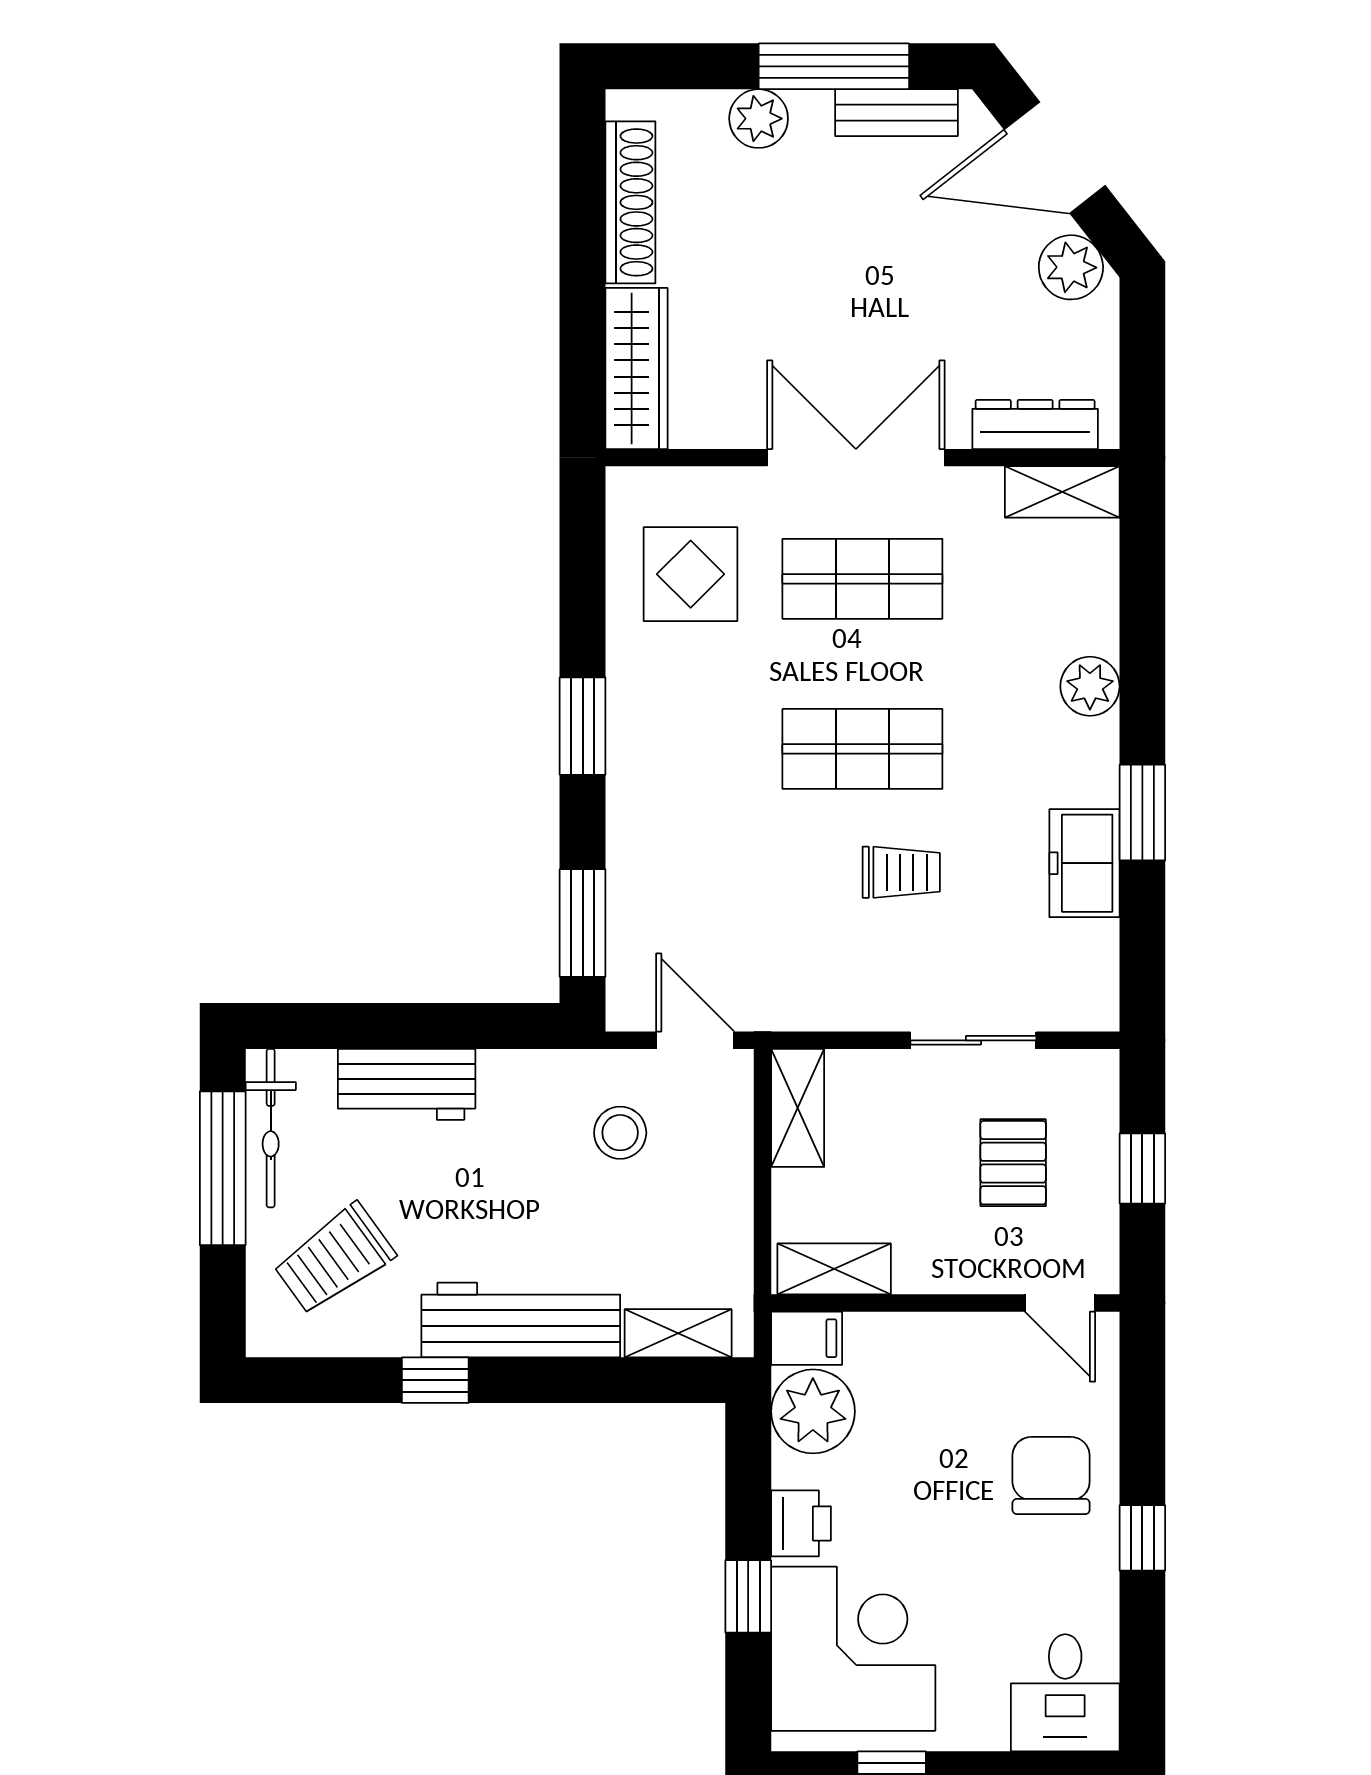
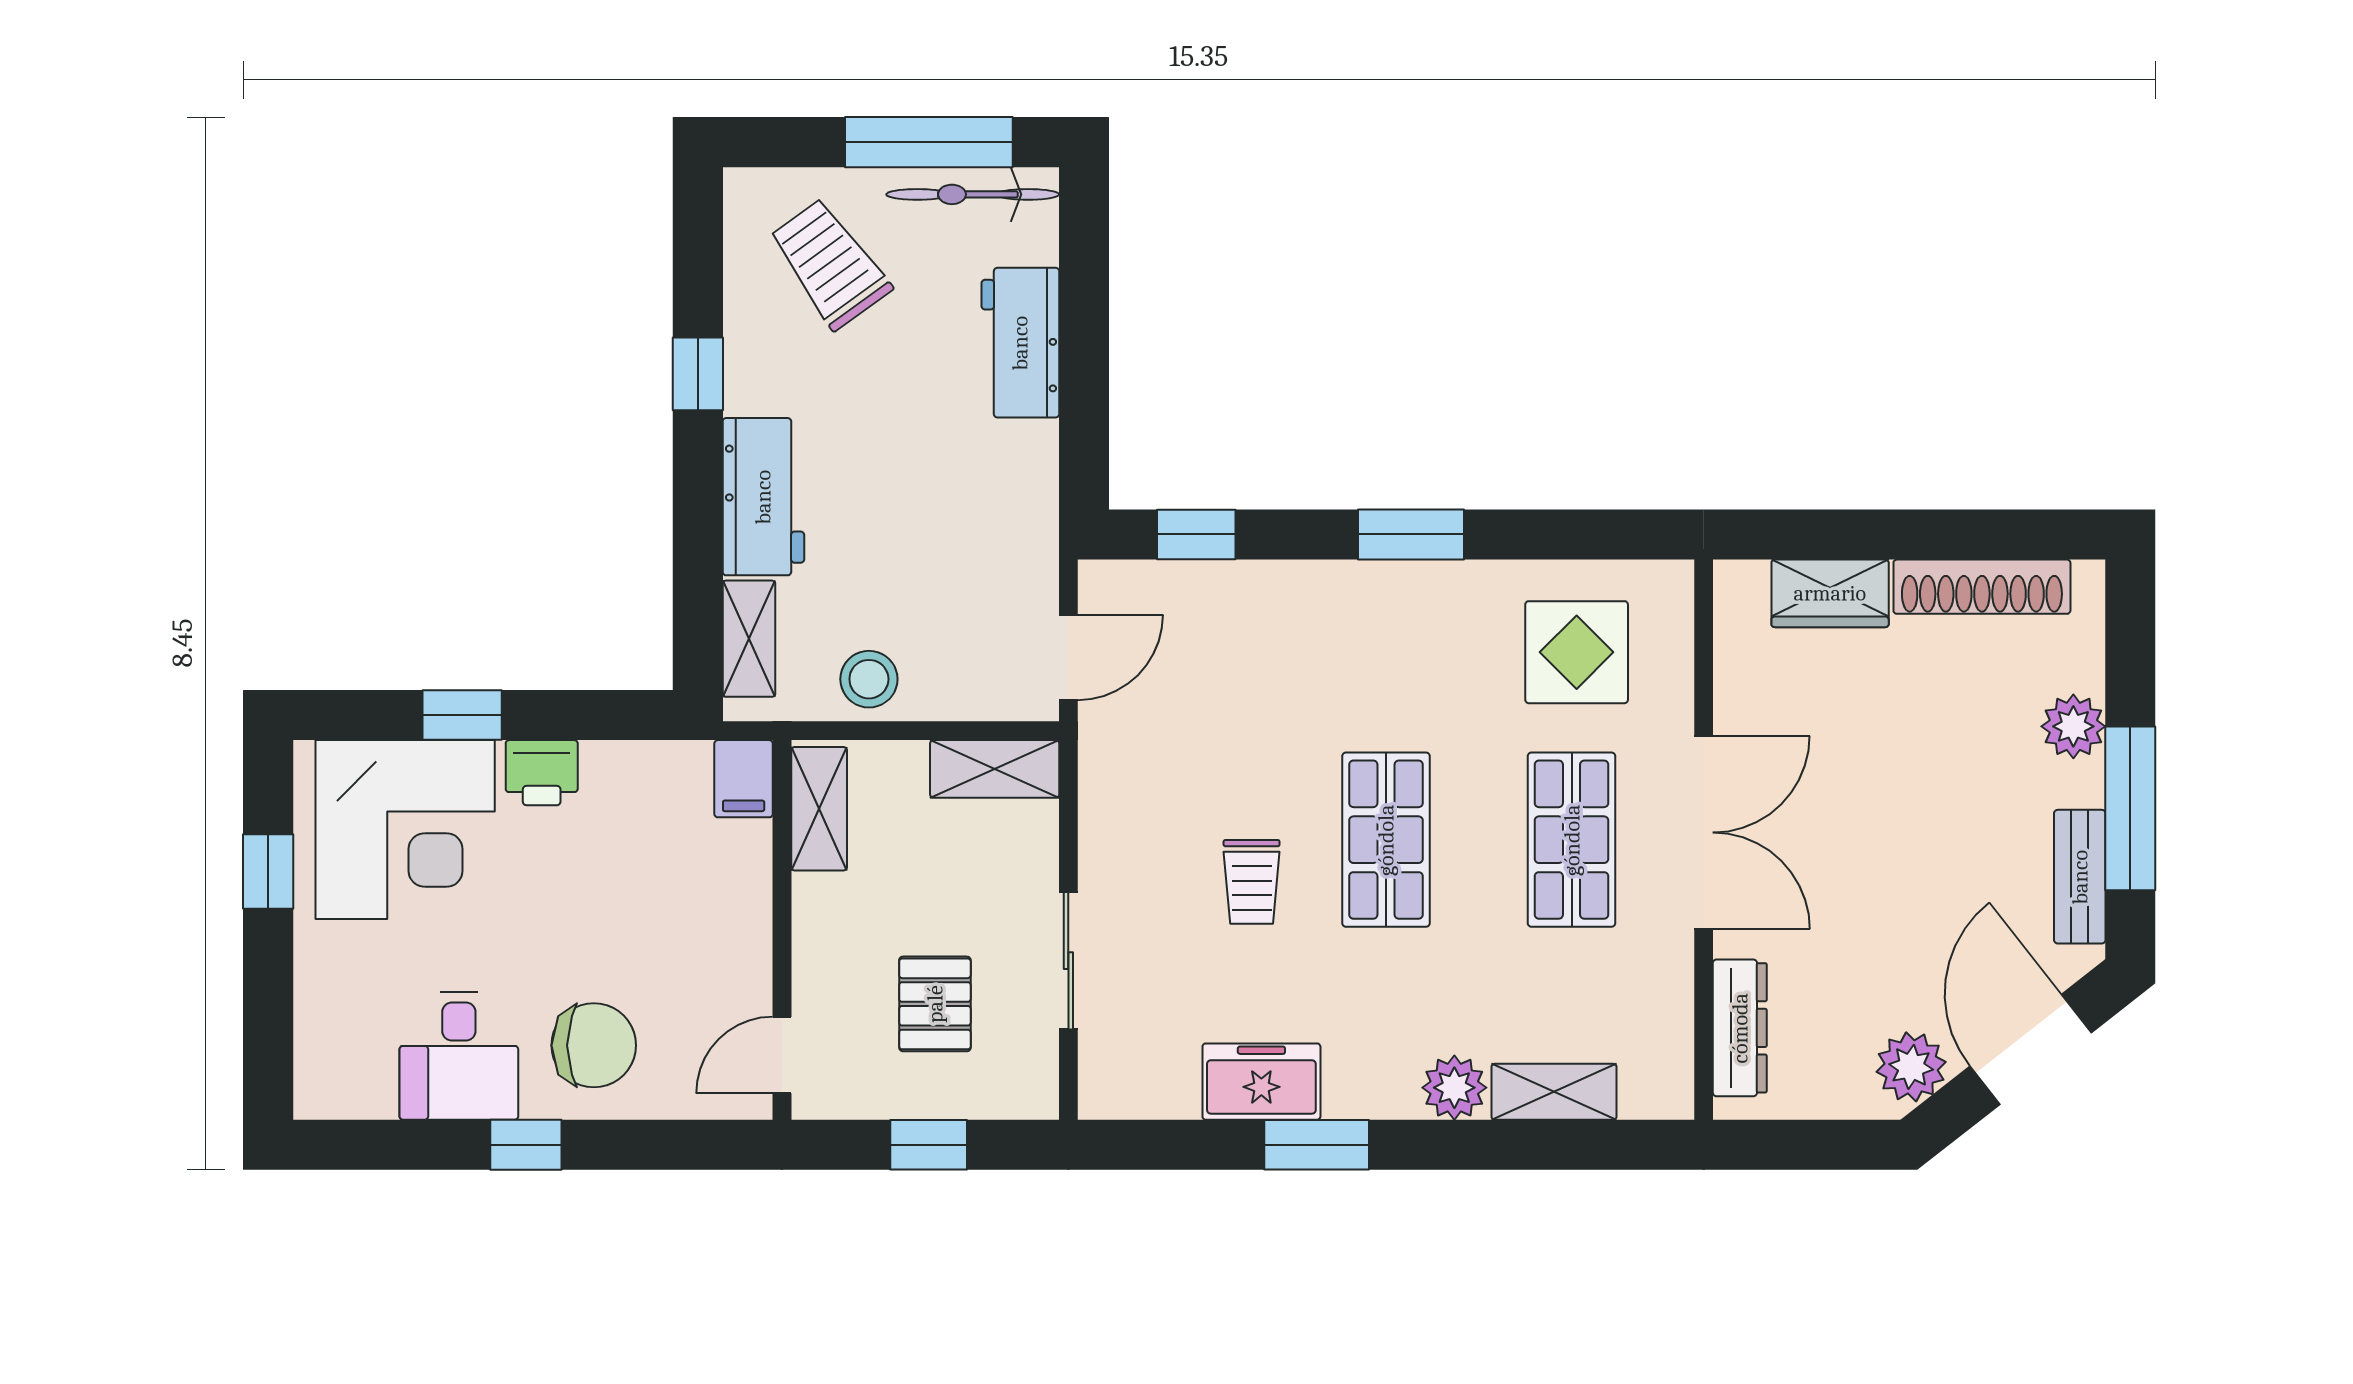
wardrobe: (637, 369) -> (1830, 593), width x0.67
shelving: (1062, 492) -> (1554, 1092), moved, turned 90
window: (583, 923) -> (1196, 534), width x0.67
stool: (620, 1133) -> (869, 679), moved
pallet: (1013, 1163) -> (935, 1004), turned 90
workbench: (521, 1320) -> (763, 497), width x0.73
plant: (813, 1411) -> (664, 786), removed
desk: (1065, 1693) -> (459, 1056), moved, turned -90

